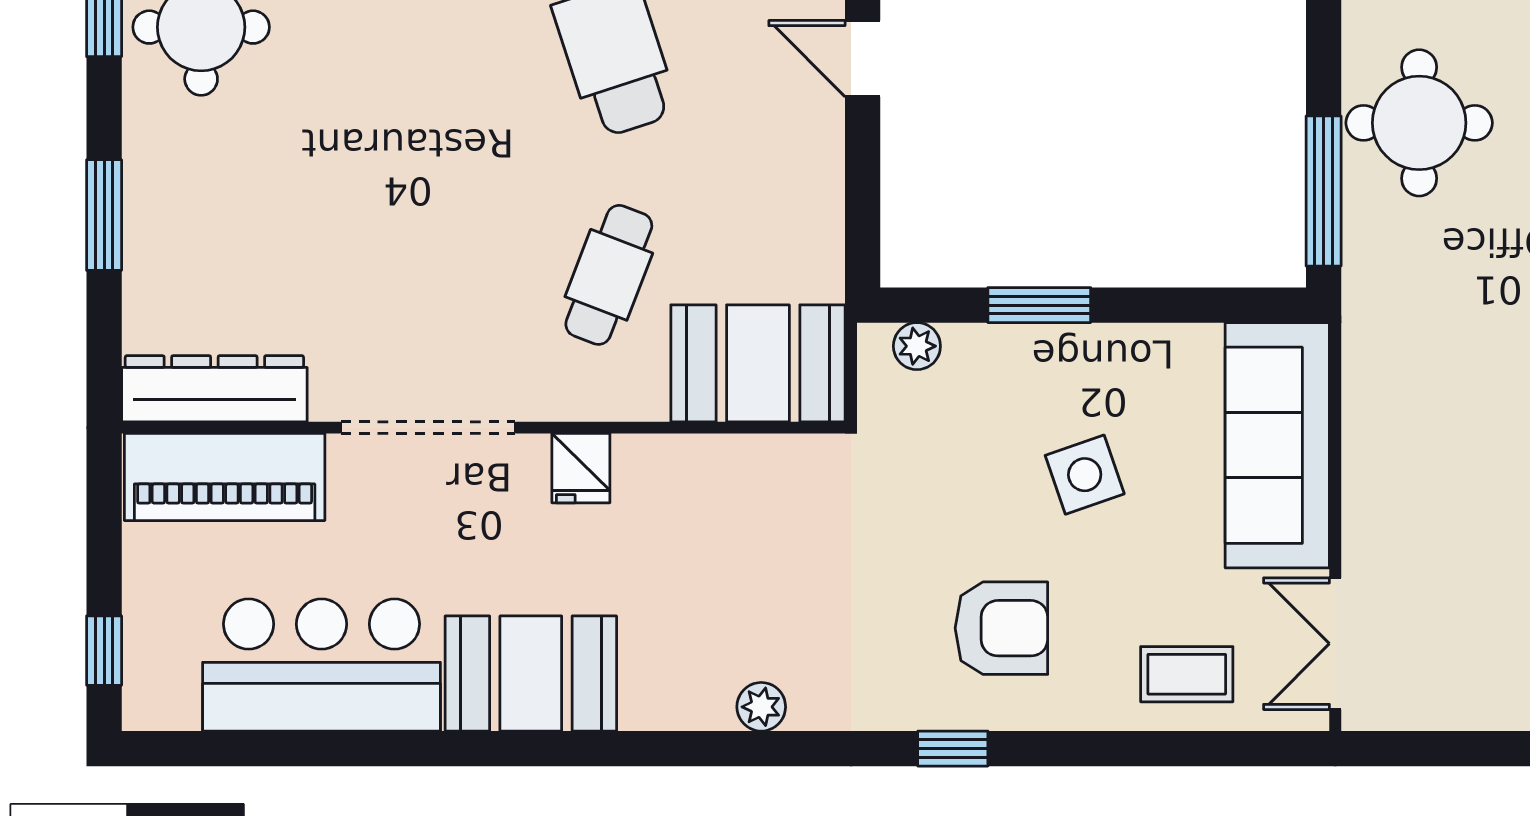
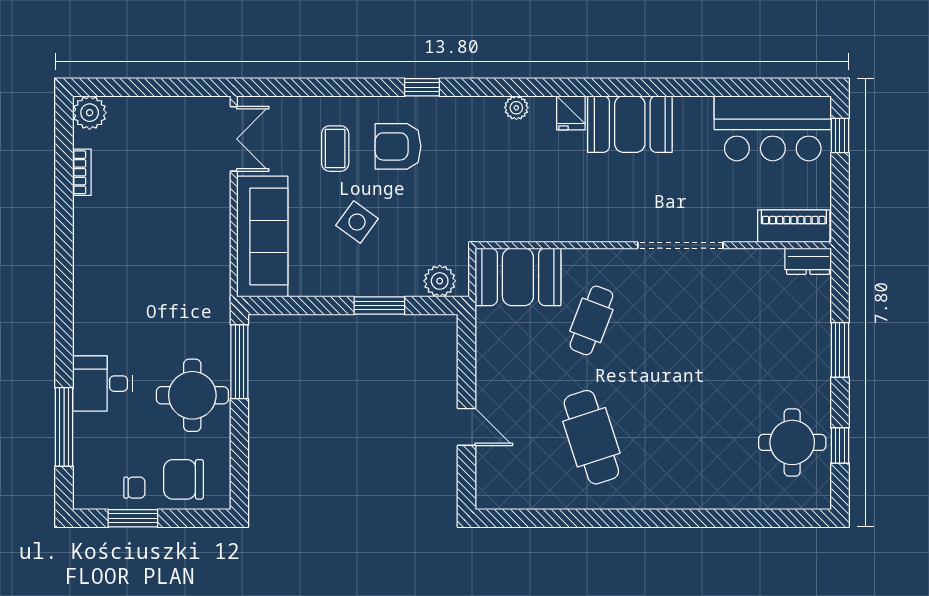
plant: (917, 346) -> (440, 281), width x1.38, depth x1.38
dresser: (214, 389) -> (808, 261), width x0.51, depth x0.80
fridge: (581, 468) -> (571, 113), moved, turned 180
side table: (1085, 475) -> (357, 222), turned -35
piano: (225, 477) -> (794, 226), width x0.73, depth x0.75
bar counter: (322, 665) -> (773, 128), moved
coffee table: (1187, 674) -> (335, 149), moved, turned 90

